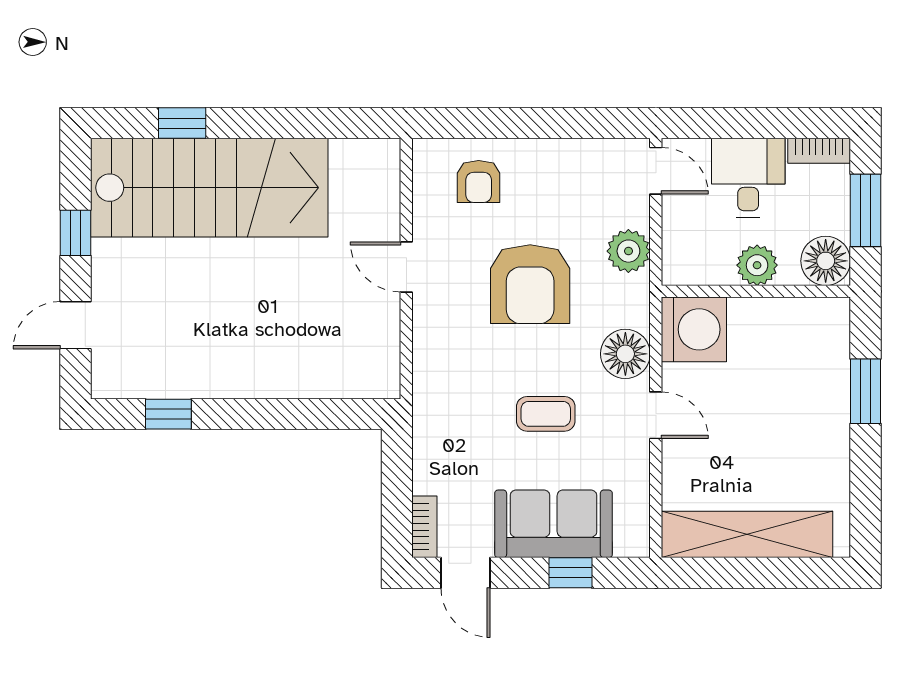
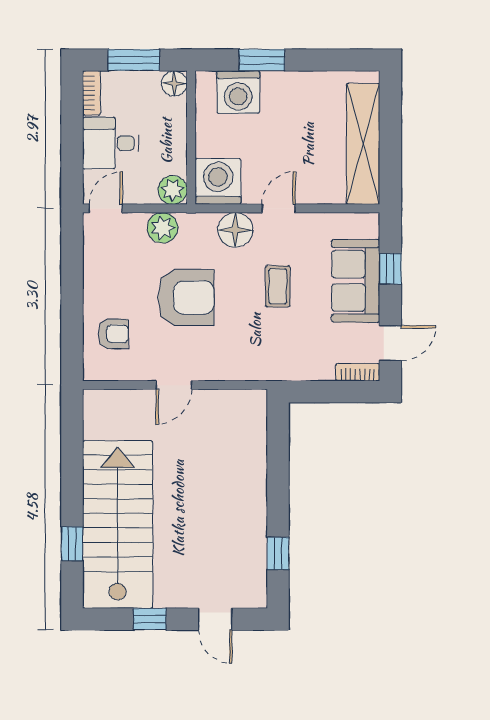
floor lamp: (826, 261) -> (174, 83), width x0.73, depth x0.73
plant: (757, 265) -> (173, 190), moved
washing machine: (820, 358) -> (238, 92), added

